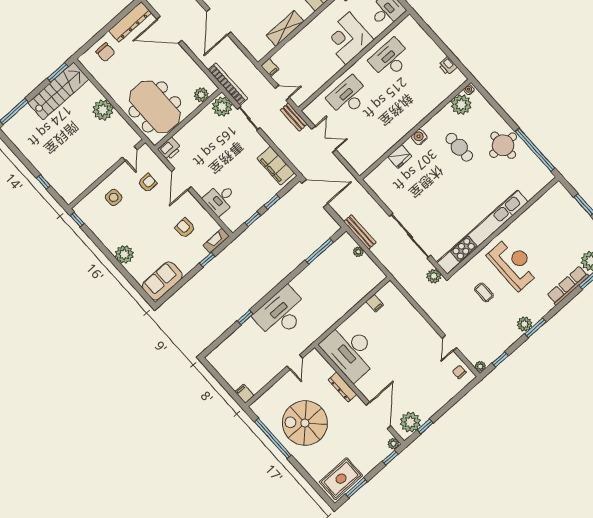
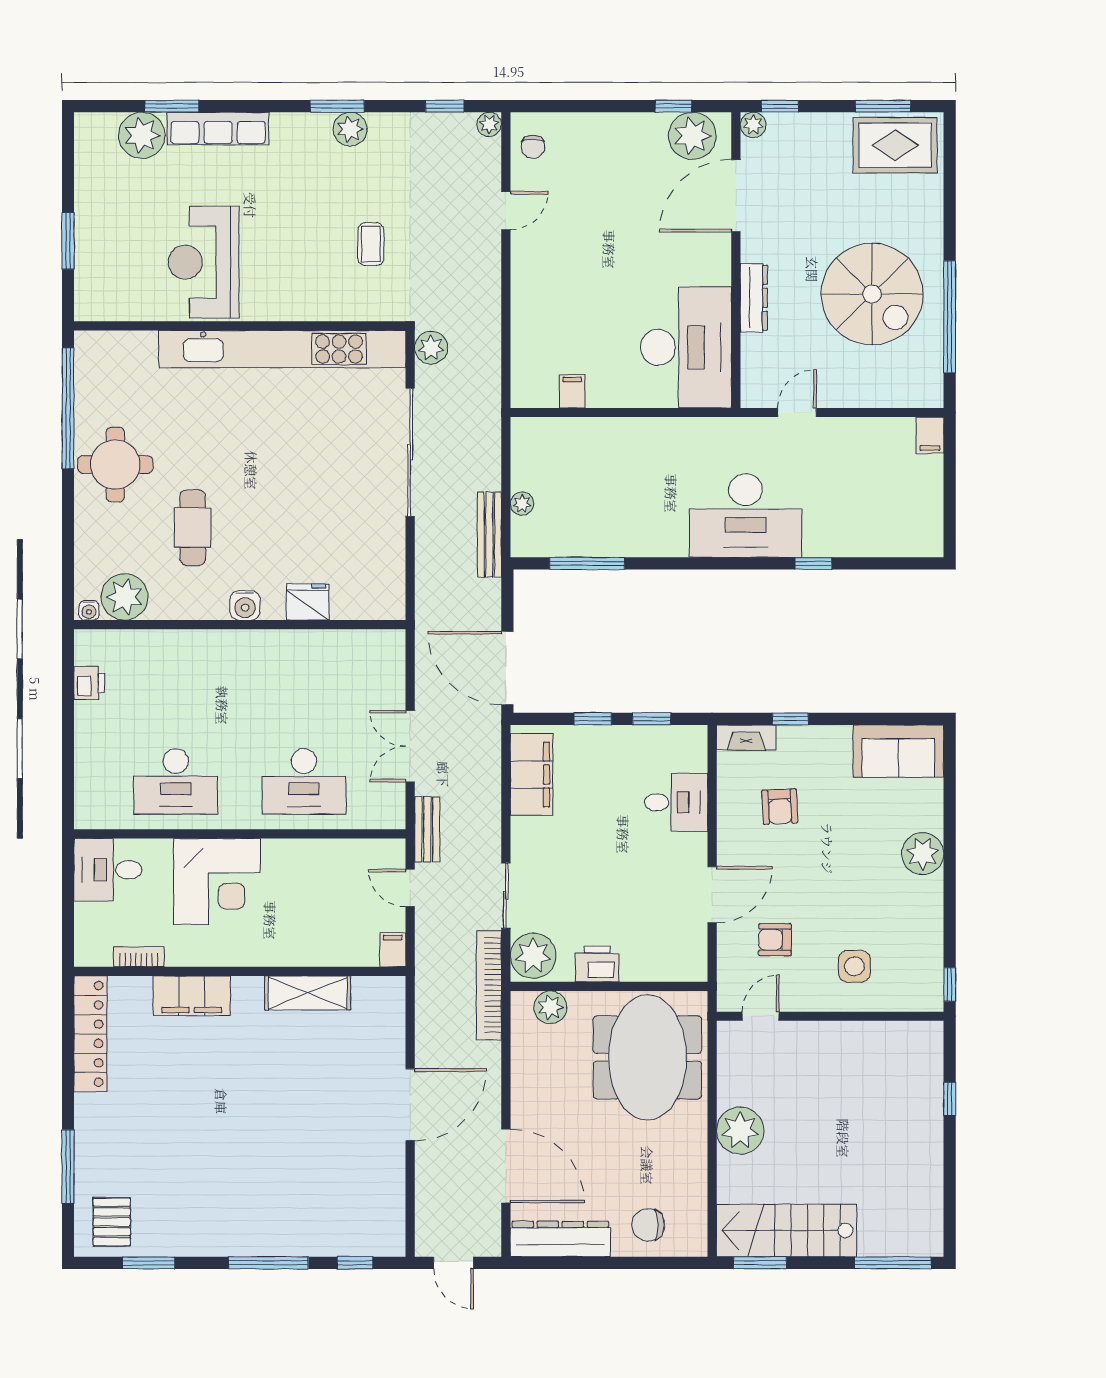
chair: (105, 52) -> (648, 1225), turned -90
printer: (170, 149) -> (597, 964), moved
reception desk: (513, 264) -> (204, 262), moved

